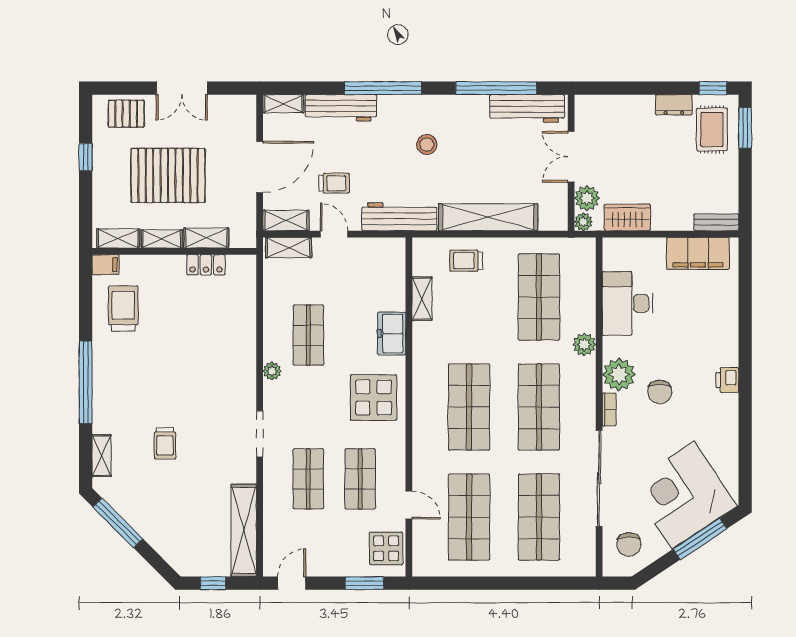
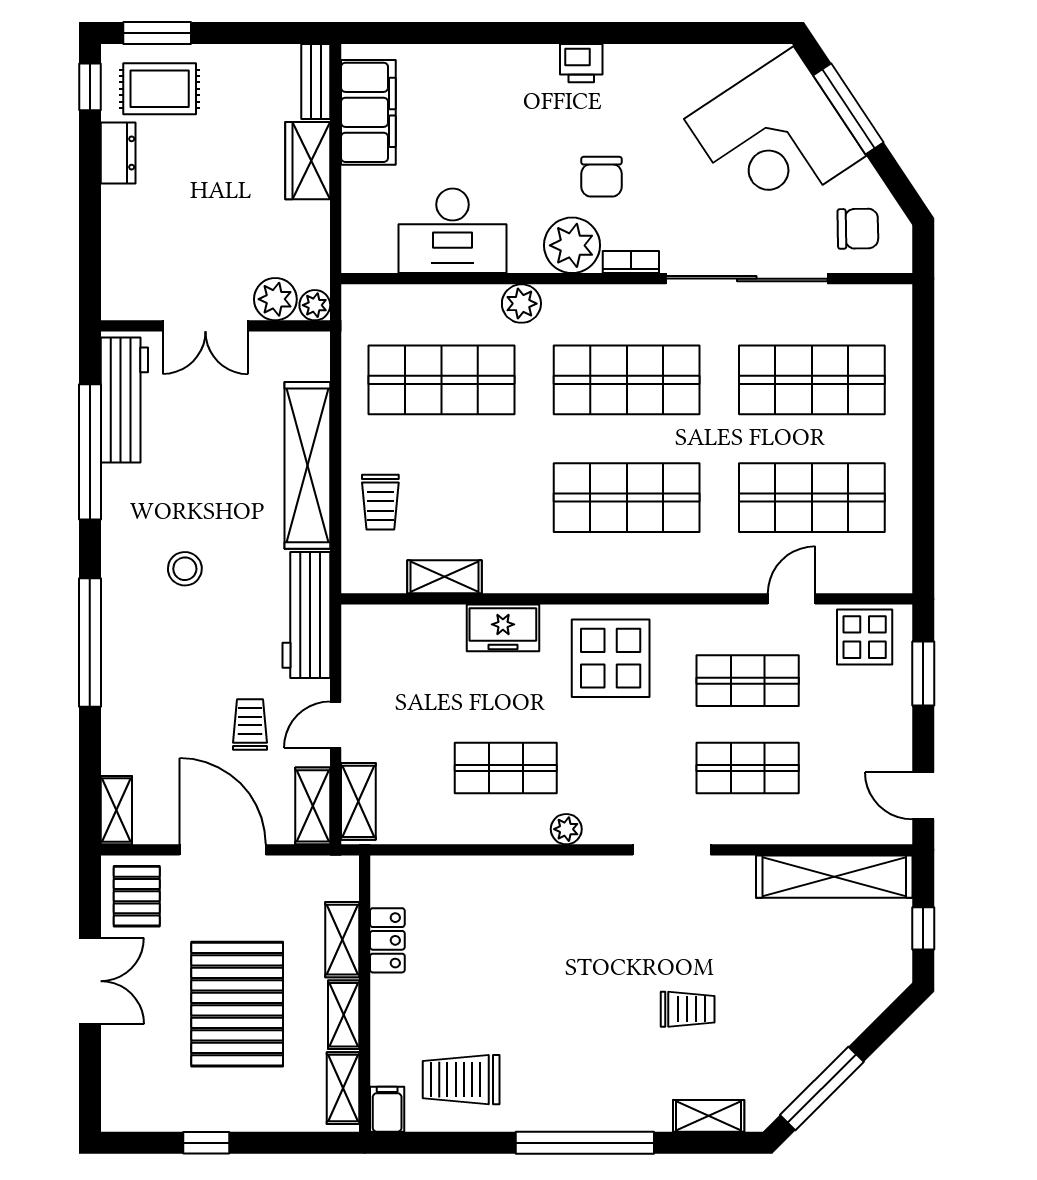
workbench: (341, 108) -> (123, 713), removed
pallet: (126, 114) -> (137, 896), moved
wardrobe: (627, 217) -> (308, 161), moved
chair: (660, 392) -> (601, 177), turned 90

